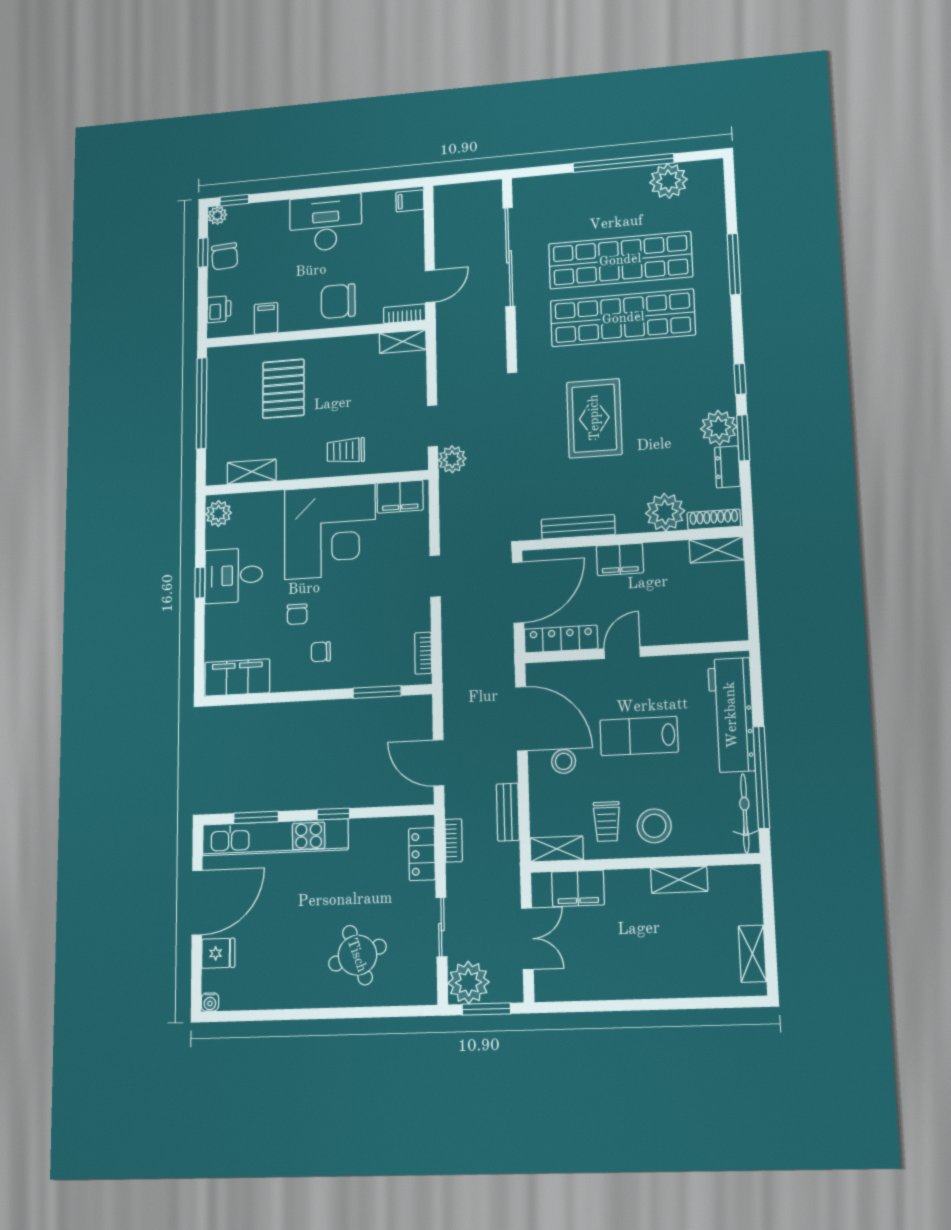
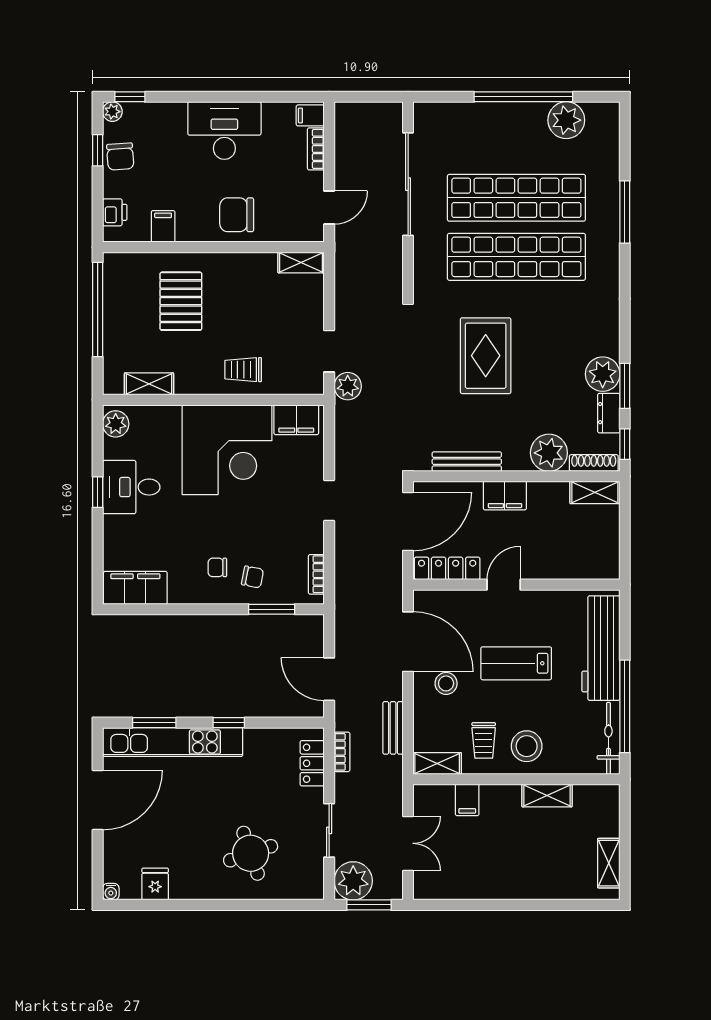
bookcase: (405, 314) -> (316, 149), moved, turned -90
window: (740, 379) -> (625, 444), moved
chair: (297, 614) -> (253, 577), moved, turned -79
filing cabinet: (578, 888) -> (467, 800), width x0.50
fridge: (218, 953) -> (155, 884), moved, turned -90

